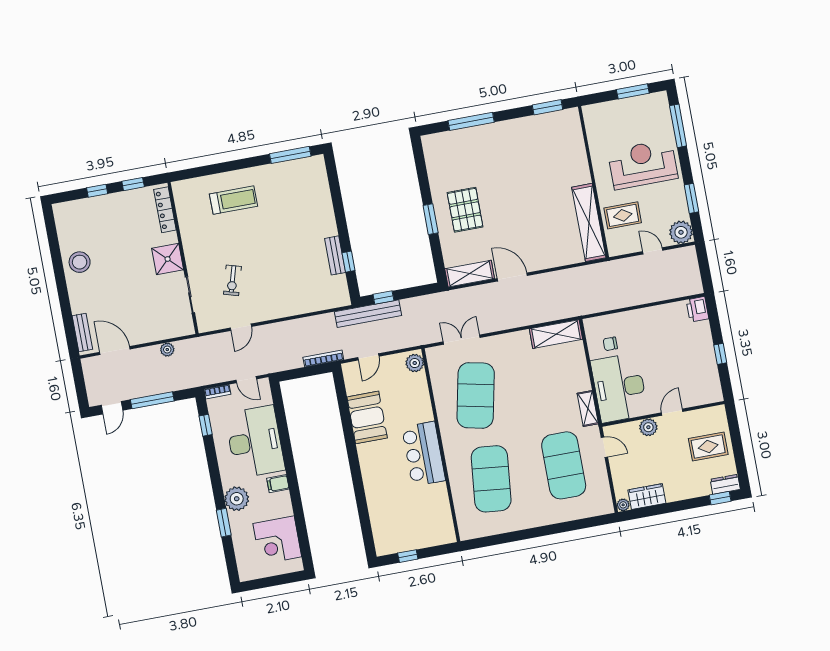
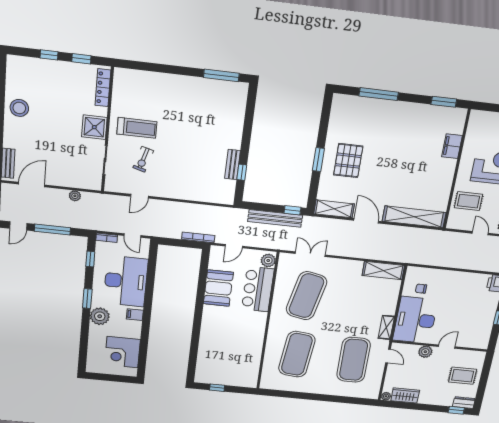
filing cabinet: (577, 156) -> (452, 146), added
treadmill: (233, 200) -> (137, 128), moved
shelving: (589, 222) -> (414, 217), moved, turned 90
window: (383, 297) -> (292, 210), moved
bench: (368, 314) -> (275, 218), moved
door: (115, 351) -> (32, 185), hinge flipped
bar counter: (424, 454) -> (258, 289), moved
window: (224, 523) -> (87, 298), moved

